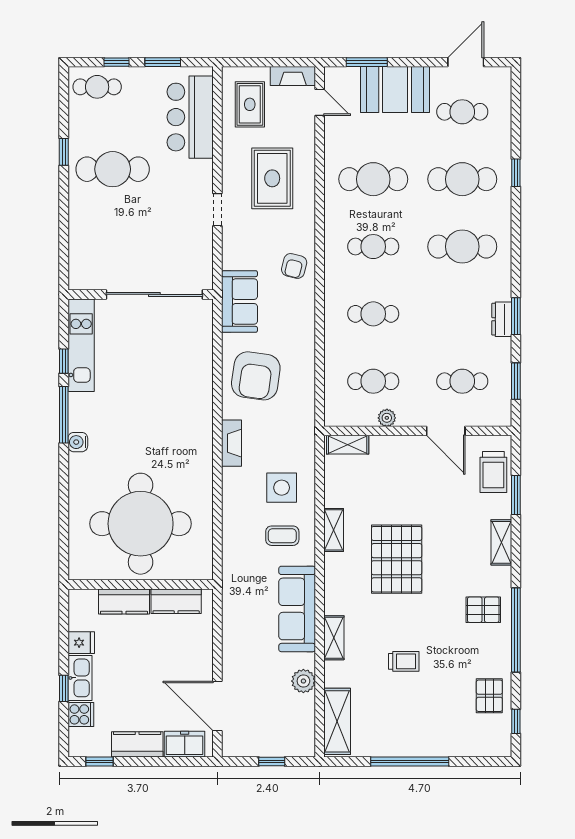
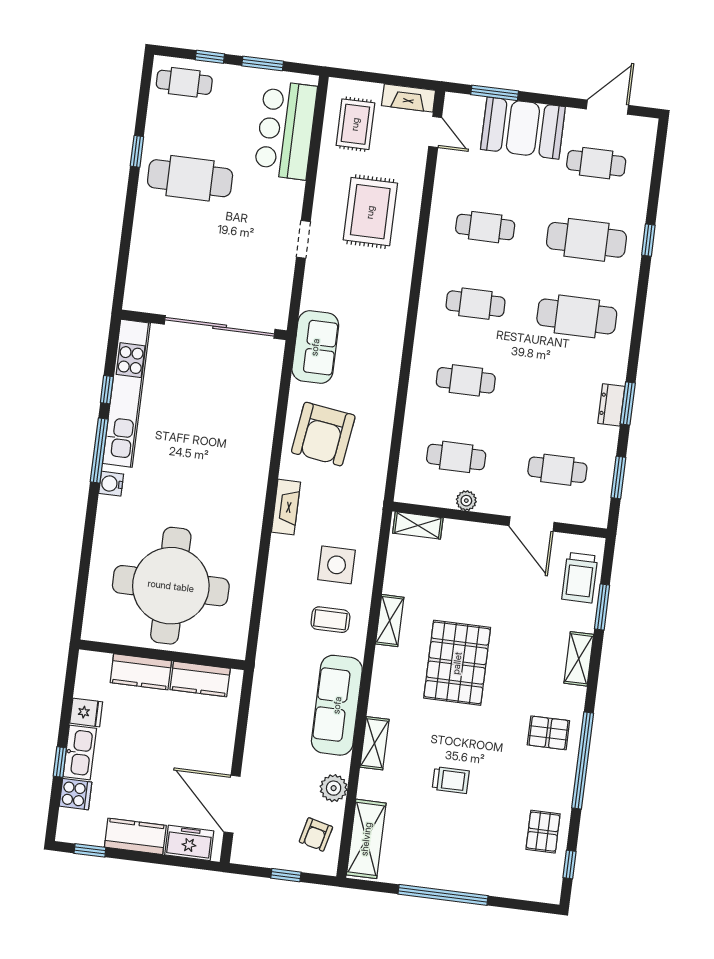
cafe table: (373, 179) -> (485, 227), width x0.73, depth x0.74
armchair: (294, 266) -> (316, 834), moved
kitchen unit: (81, 345) -> (126, 393), width x1.36

